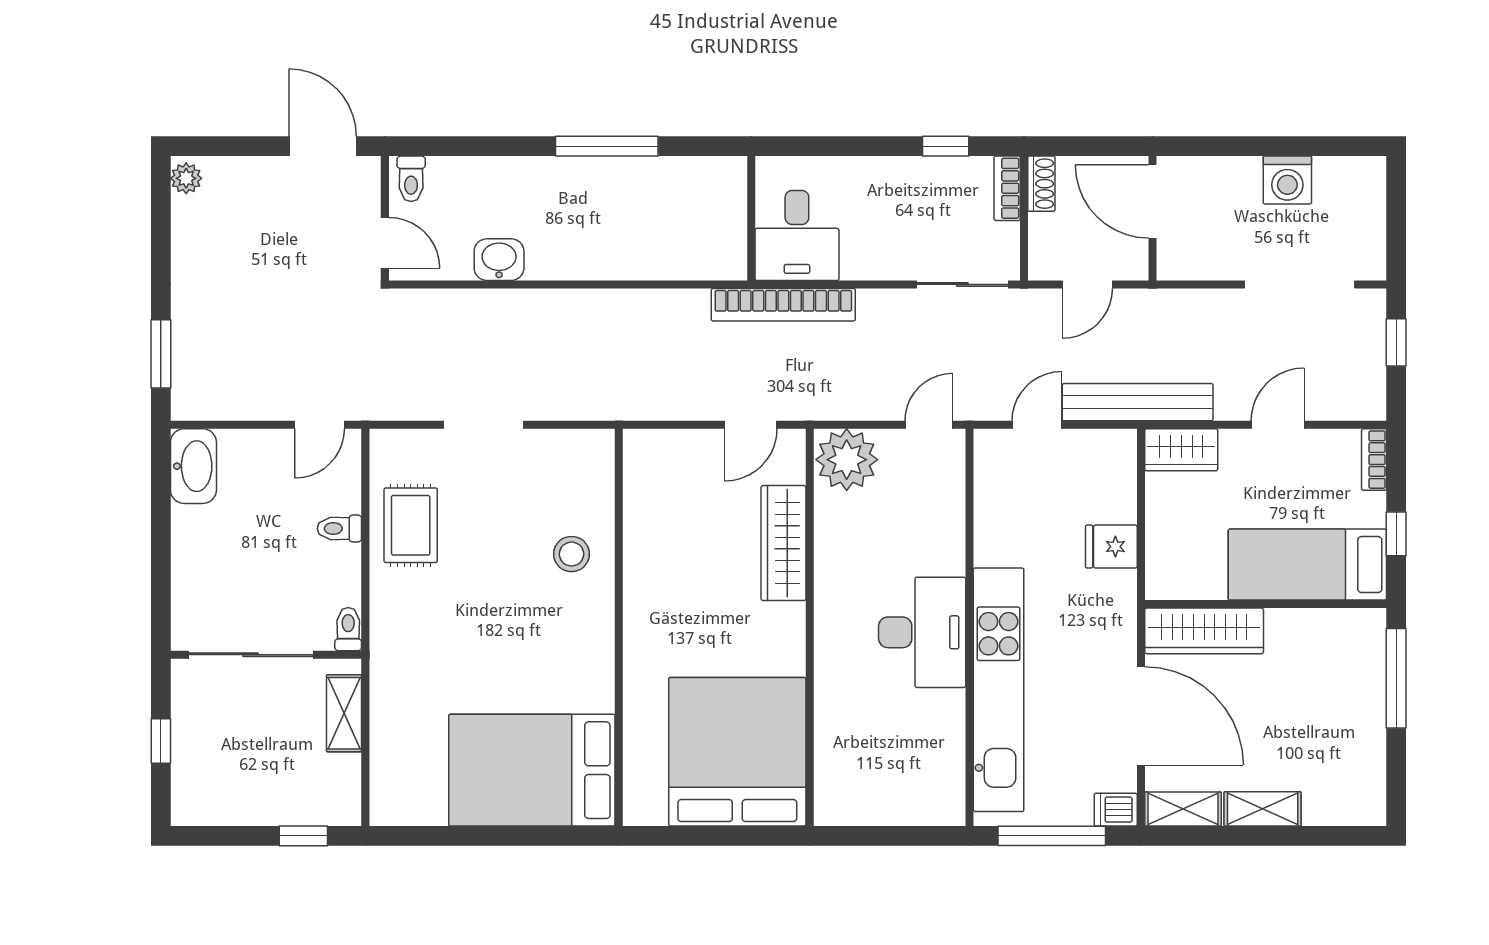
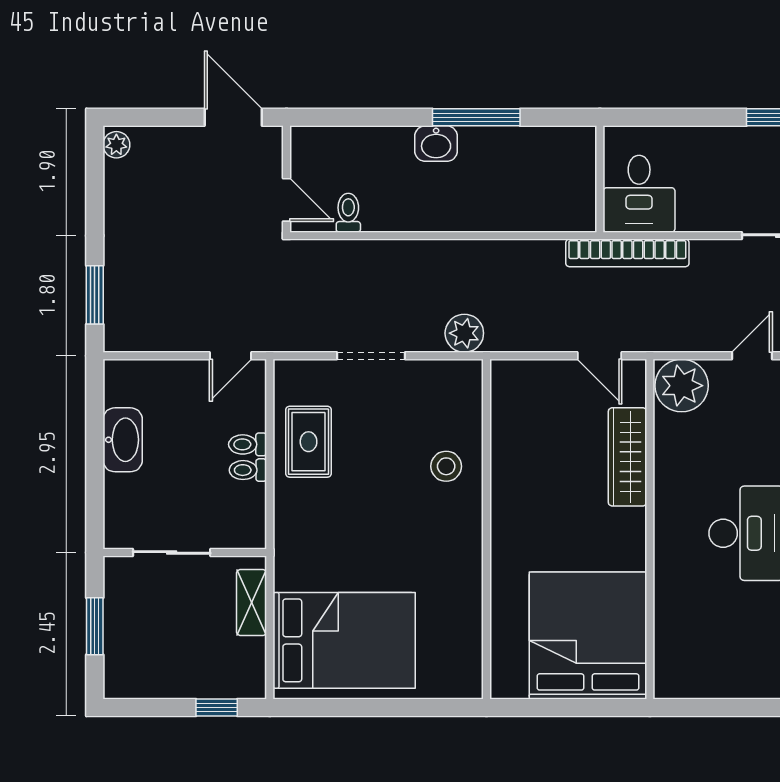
toilet: (411, 179) -> (348, 213), moved, turned 180
washbasin: (499, 260) -> (436, 144), moved, turned 180
plant: (593, 399) -> (464, 333), added
door: (751, 425) -> (599, 356), hinge flipped
washbasin: (193, 466) -> (123, 440), moved
toilet: (348, 629) -> (248, 470), moved, turned -90
sliding door: (251, 655) -> (172, 552), width x0.73
window: (161, 741) -> (95, 626), width x1.50
bed: (532, 770) -> (344, 640), moved, turned 180

